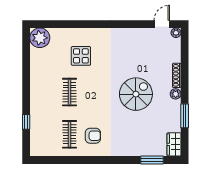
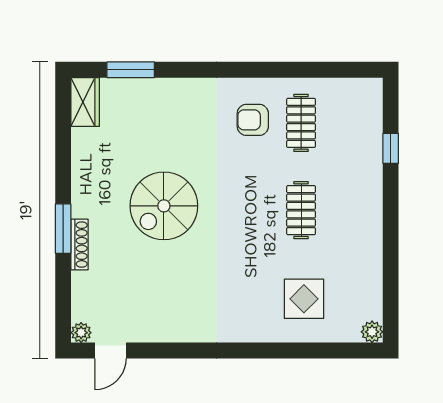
plant: (40, 38) -> (372, 332), width x0.53, depth x0.53
display table: (81, 56) -> (304, 299), moved
plant: (176, 94) -> (82, 206), removed
window: (185, 116) -> (63, 229), moved

